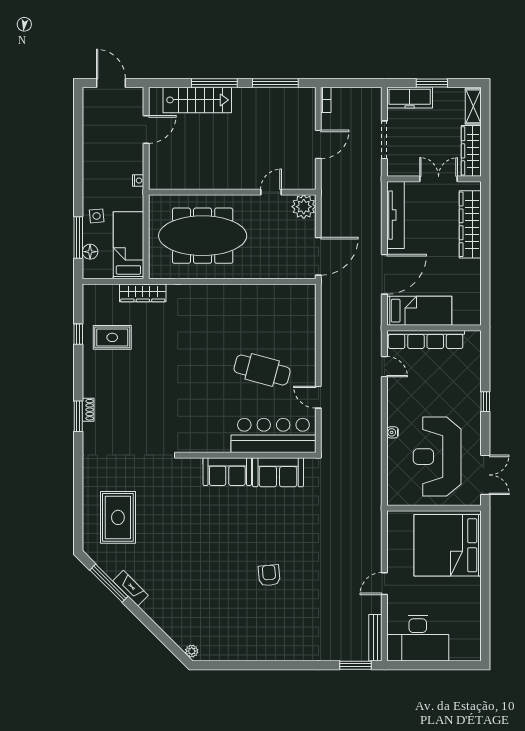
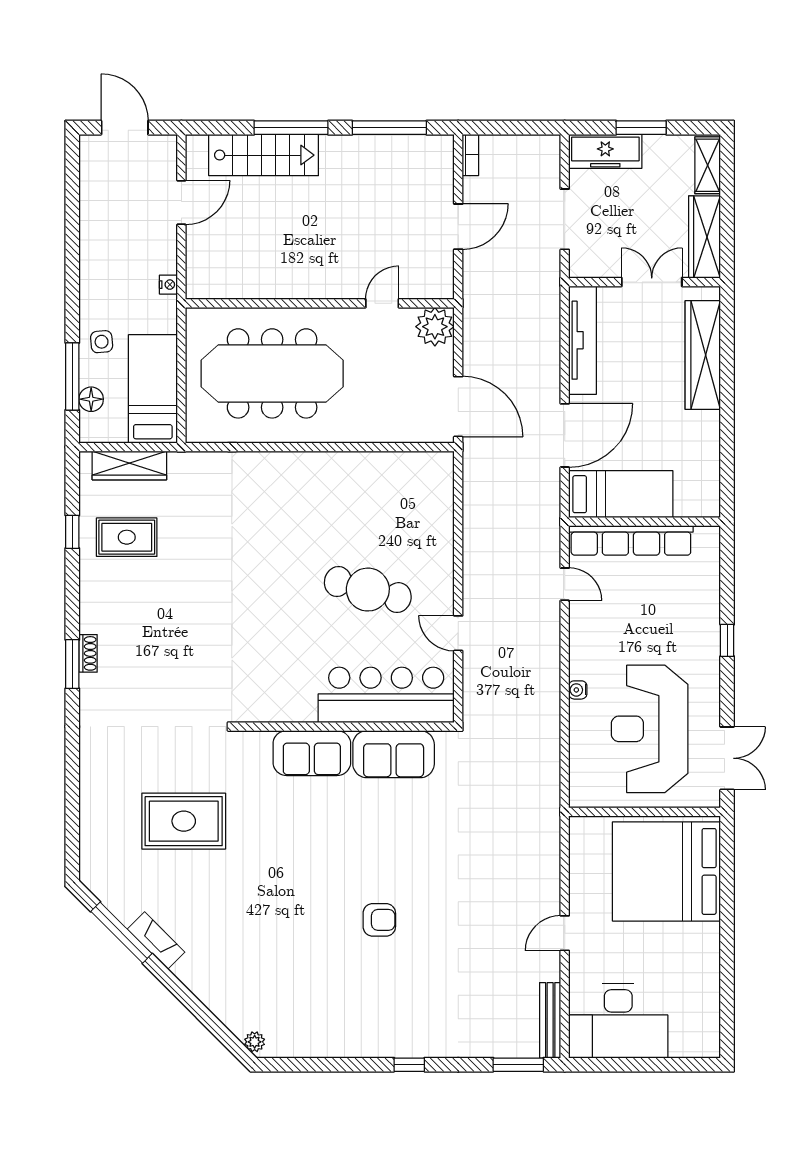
door: (318, 256) -> (458, 407), hinge flipped
wardrobe: (143, 293) -> (129, 465), moved
rug: (118, 517) -> (184, 821), moved, turned 90
armchair: (269, 575) -> (379, 920), turned 95
window: (288, 665) -> (409, 1065), added

